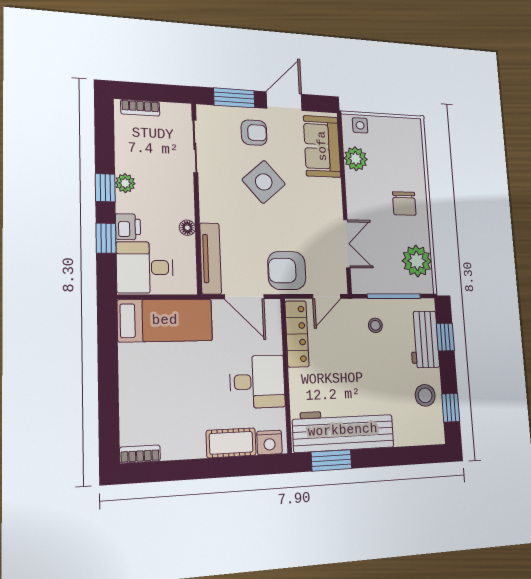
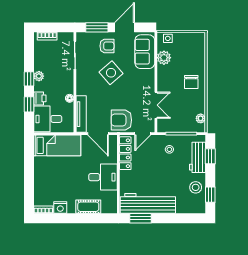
plant: (417, 261) -> (201, 118), width x0.53, depth x0.53
nightstand: (269, 442) -> (60, 208), moved

